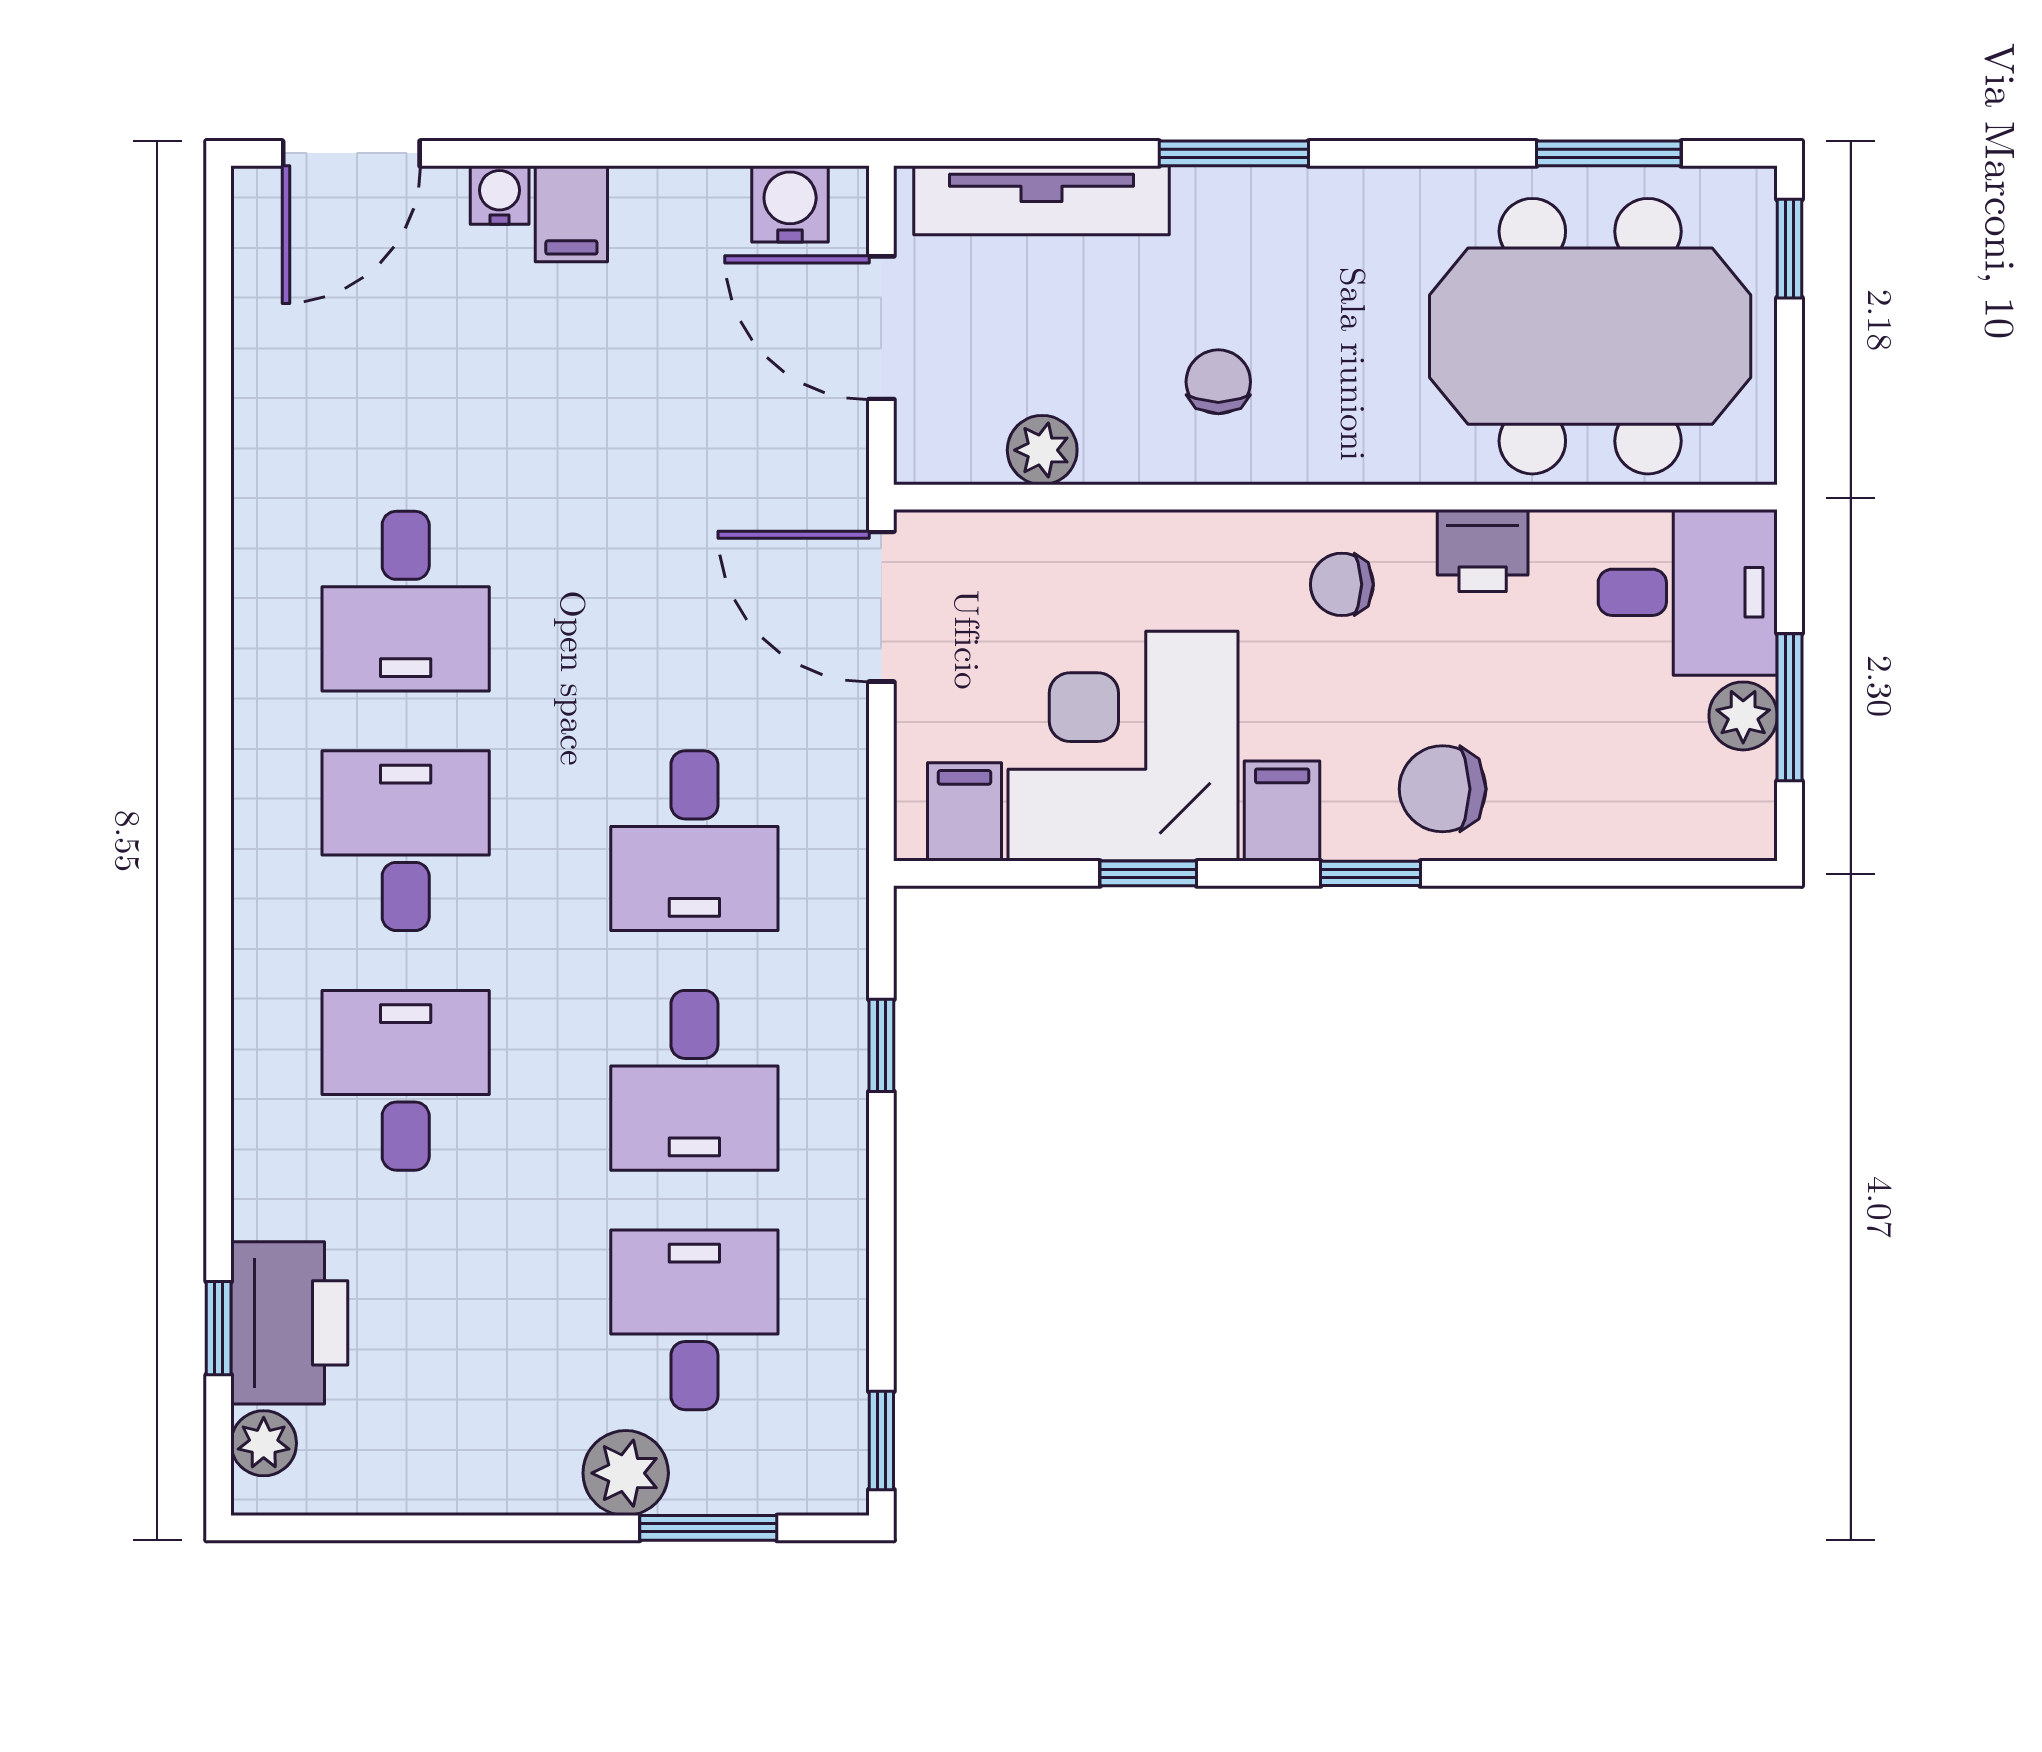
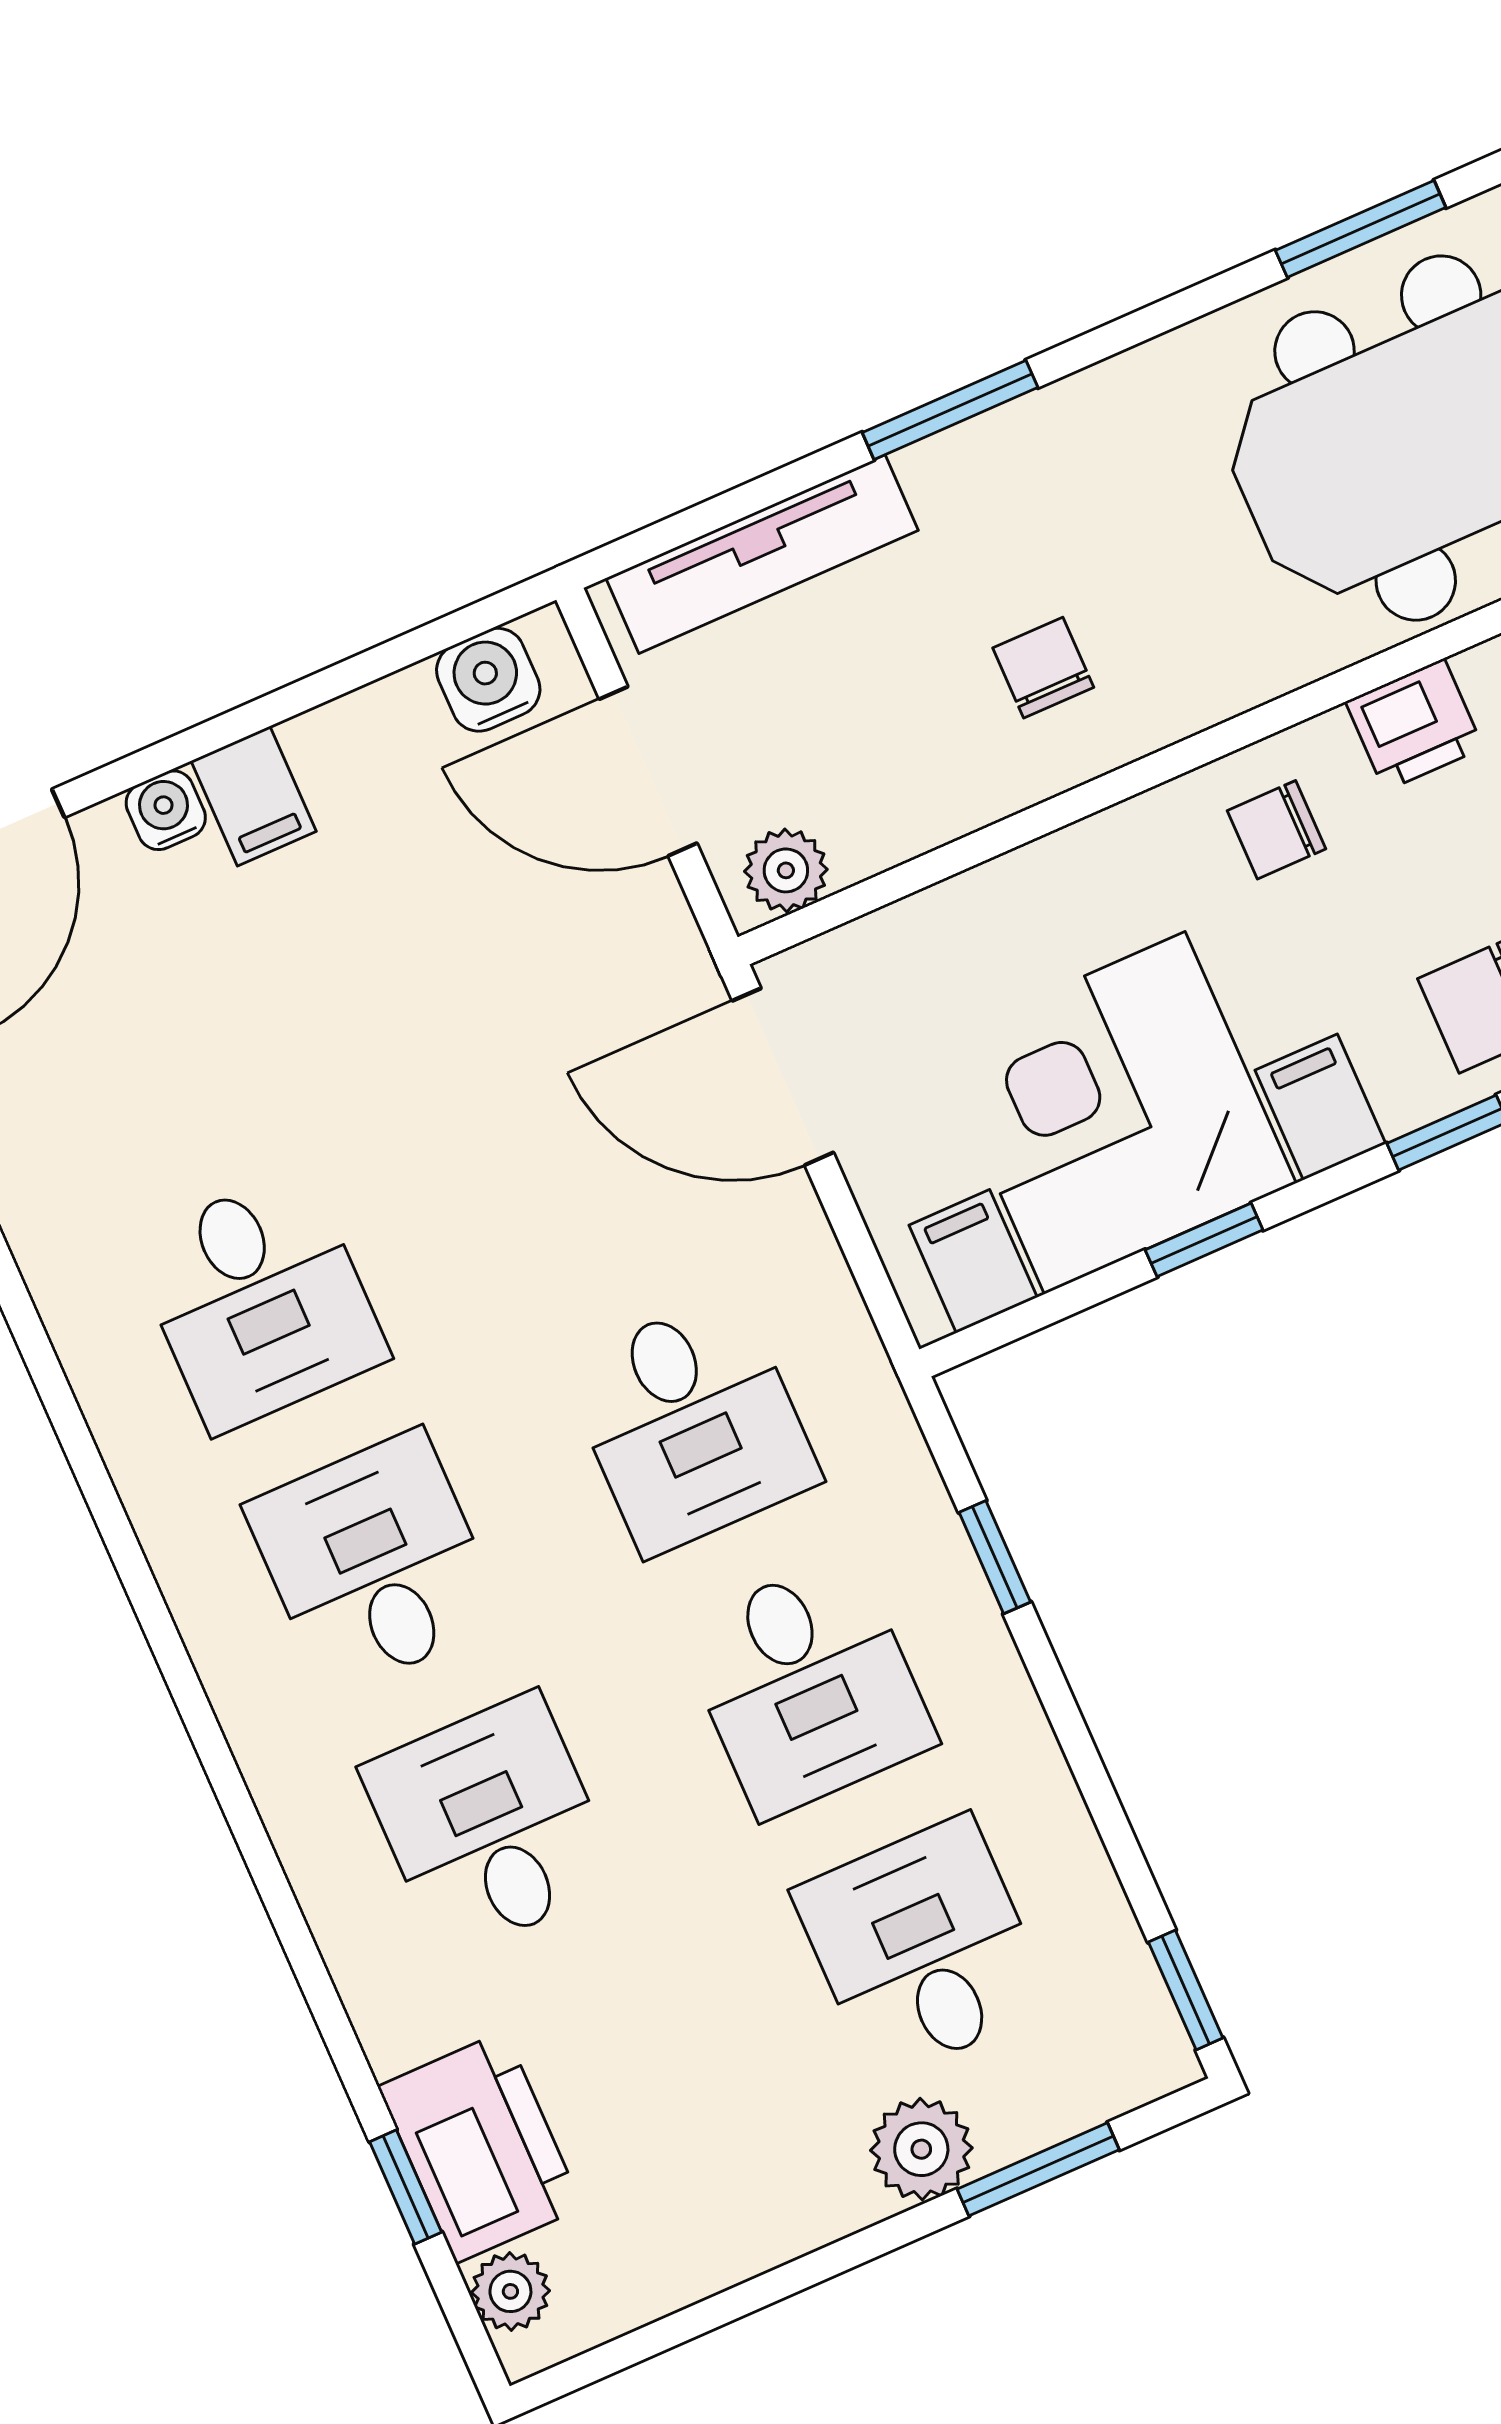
plant: (1042, 450) -> (786, 870), moved

